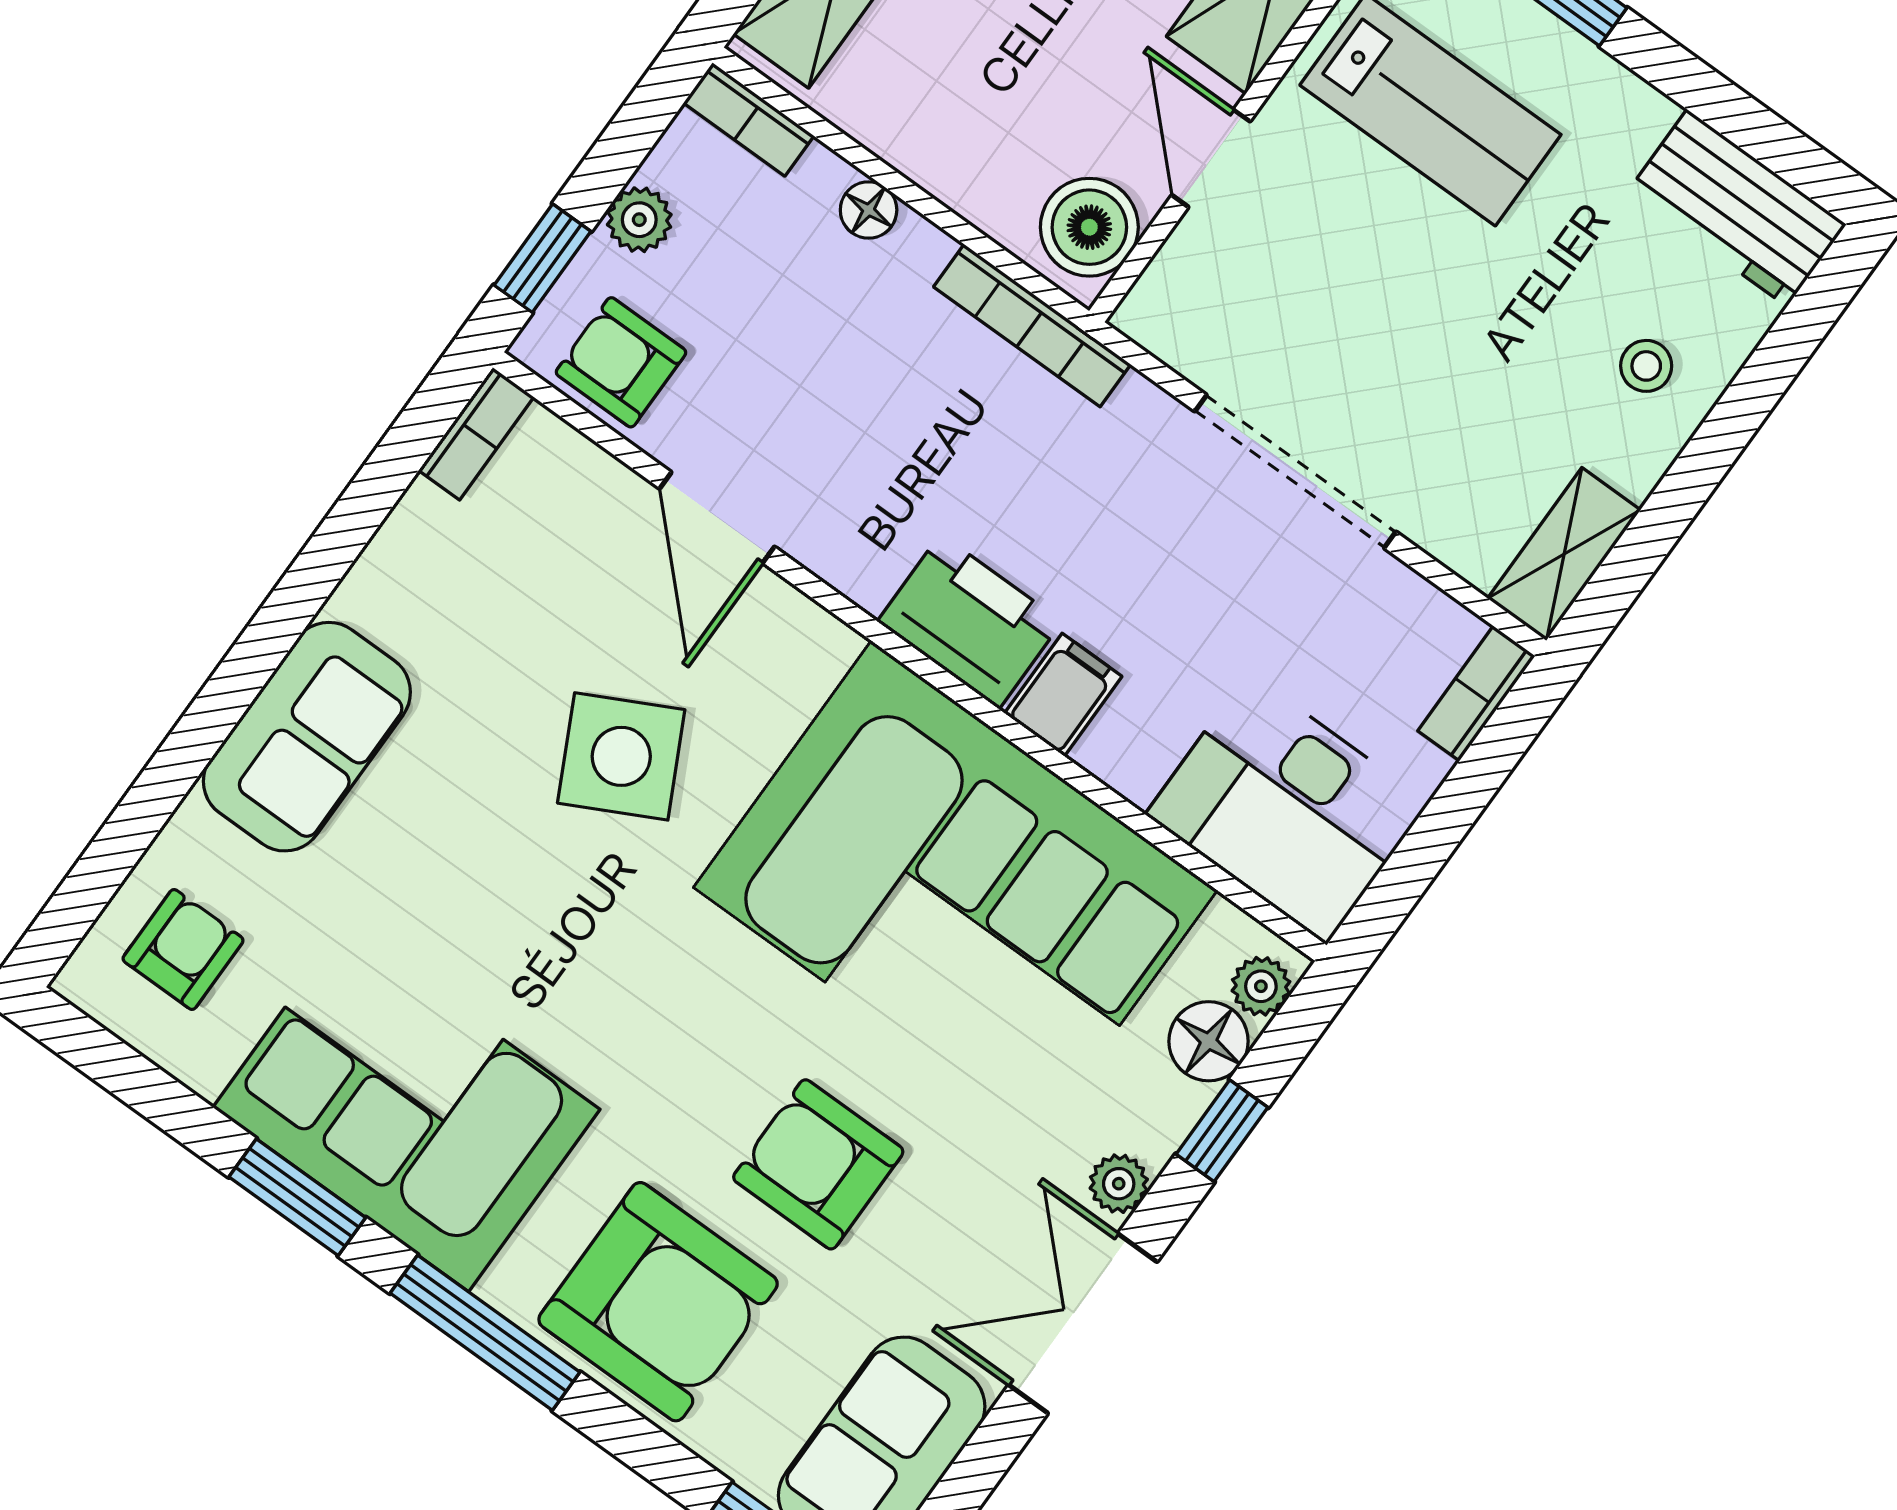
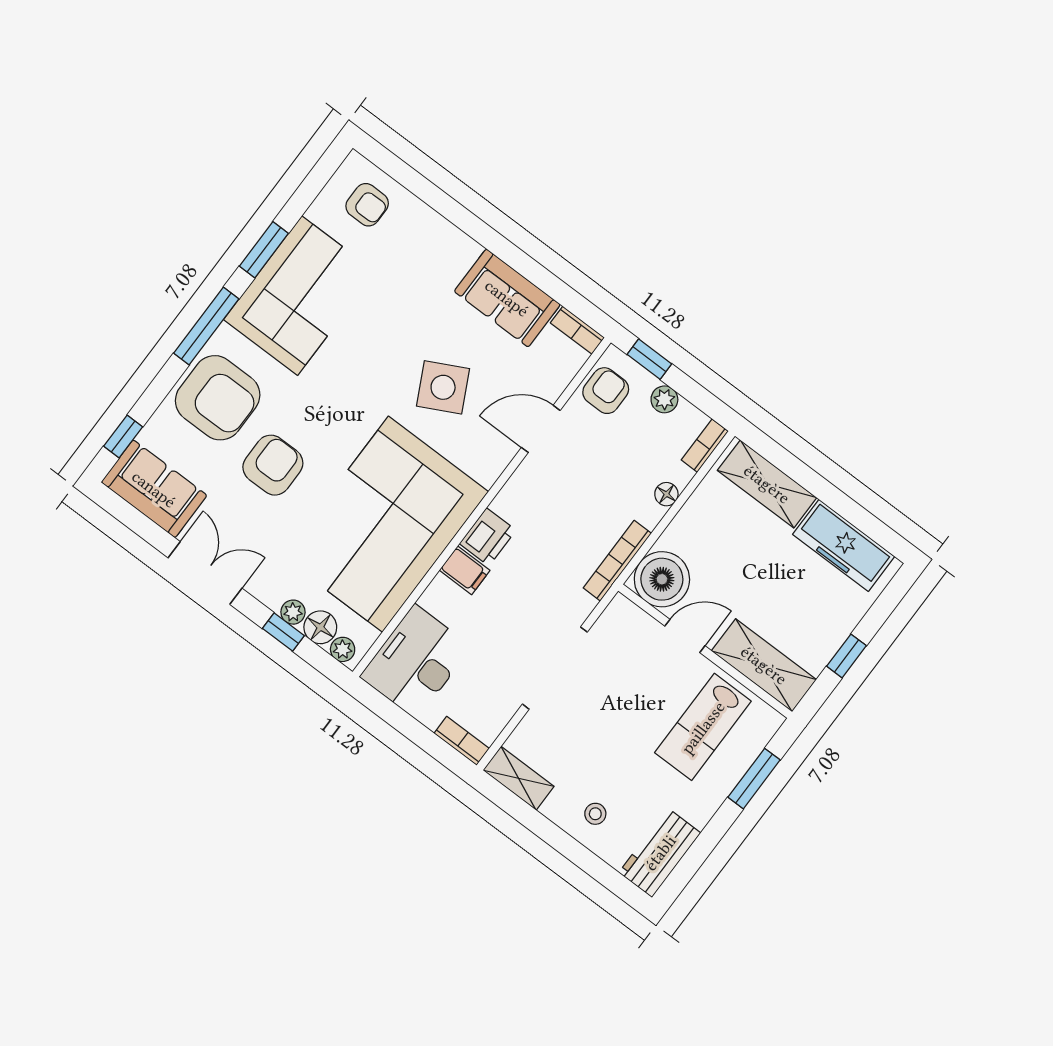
boiler: (1089, 227) -> (662, 579), width x1.37, depth x1.37
printer: (970, 621) -> (488, 537), width x0.73, depth x0.84
sofa: (307, 737) -> (507, 298), moved
plant: (1119, 1184) -> (293, 612), moved
armchair: (658, 1302) -> (218, 398), turned -90

